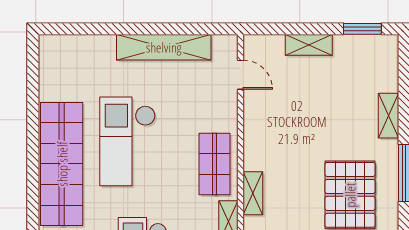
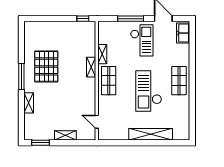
shelving: (164, 47) -> (151, 134), moved
checkout: (127, 141) -> (149, 91), turned 180
shop shelf: (62, 164) -> (179, 81), width x0.50, depth x0.74

